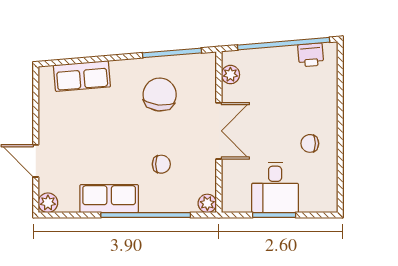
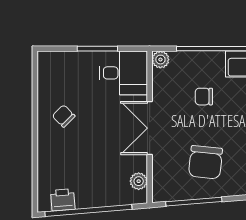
chair: (310, 143) -> (64, 116), turned -135
desk: (275, 187) -> (124, 73), moved, turned 90

